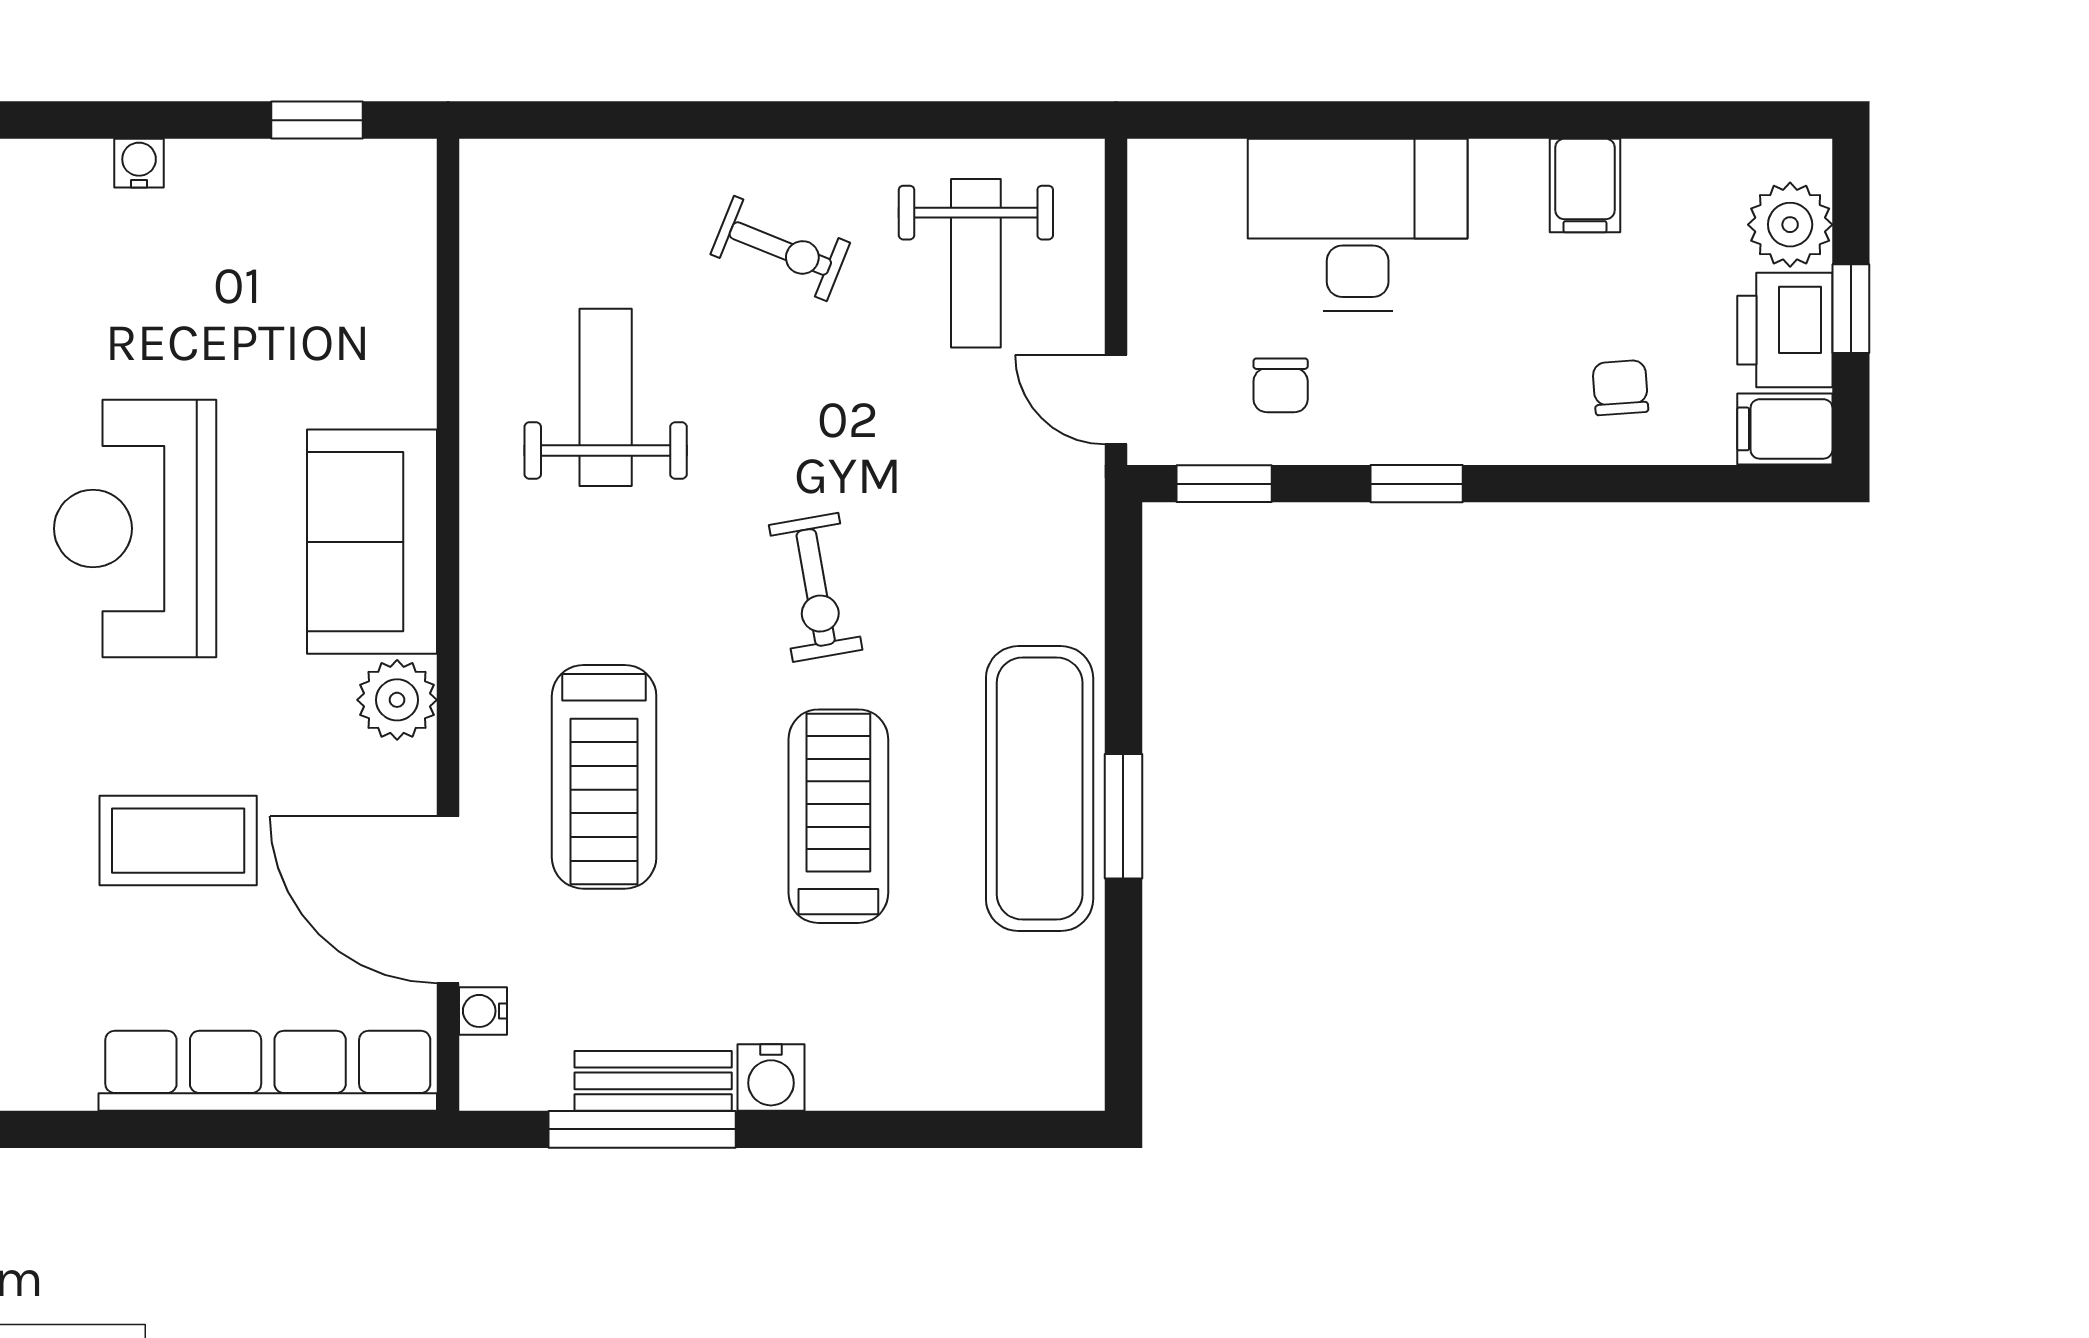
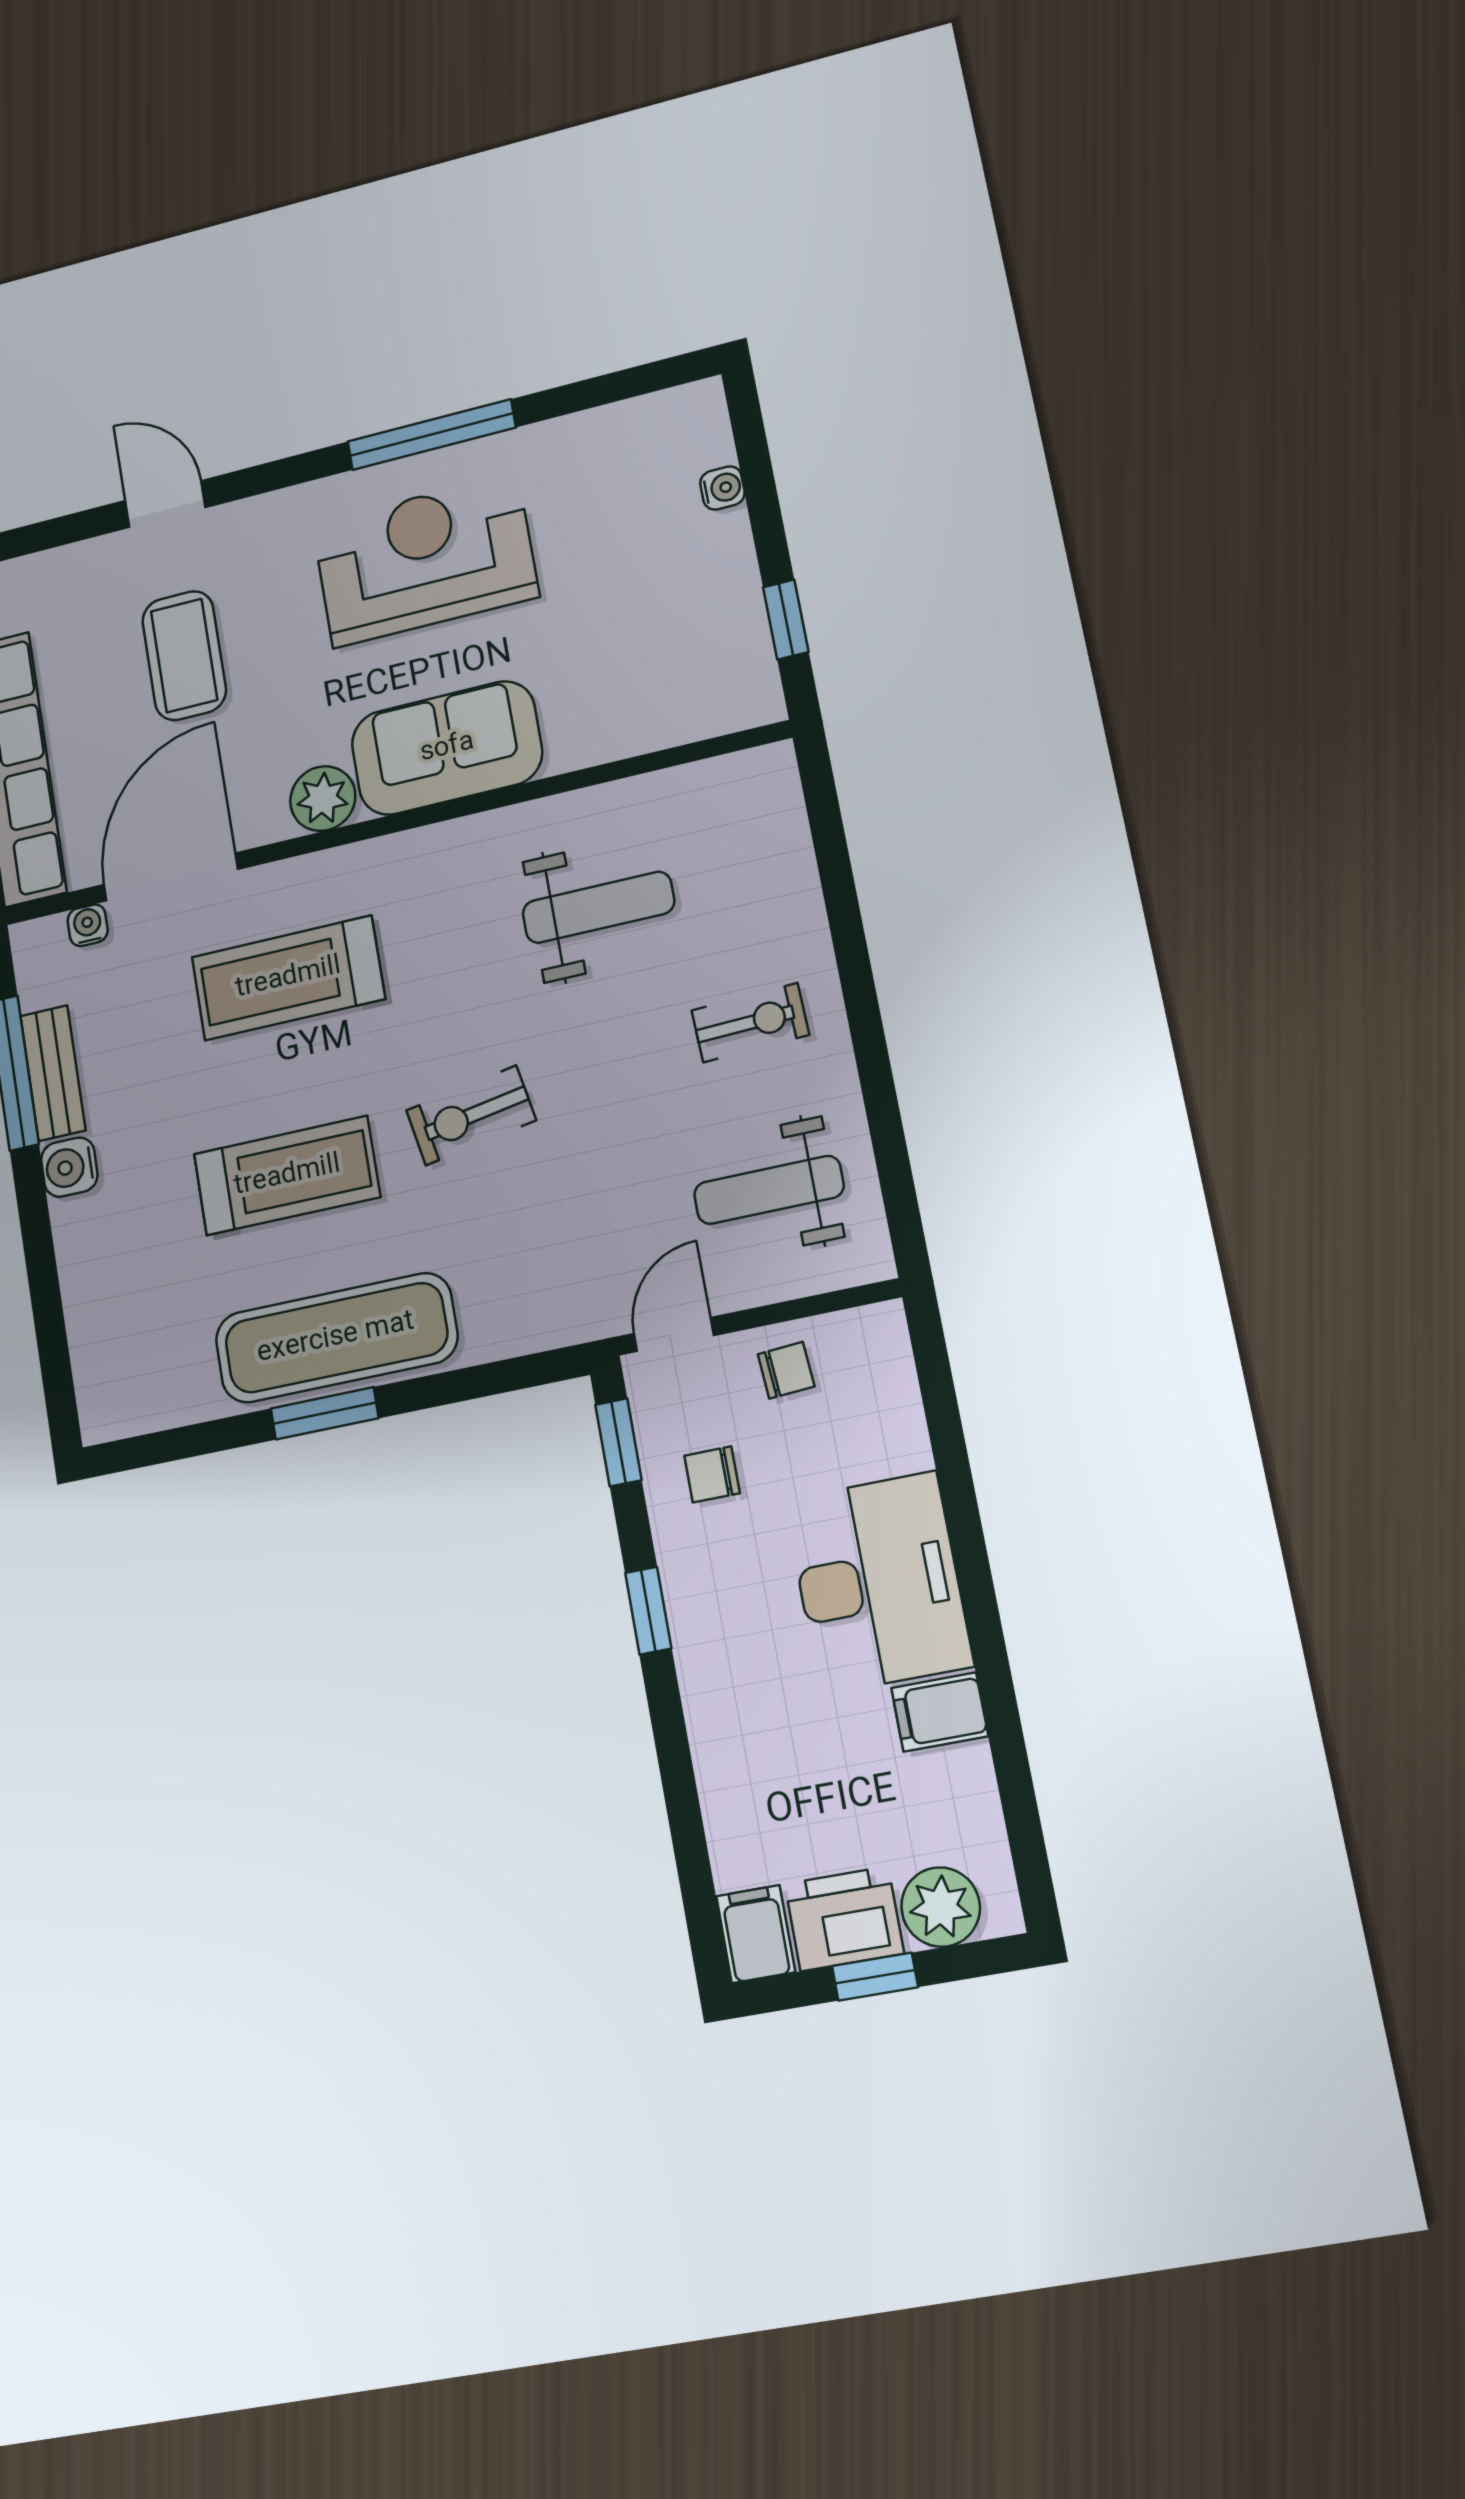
desk: (1358, 225) -> (878, 1583), moved
exercise bike: (780, 249) -> (750, 1023), turned -114
chair: (1620, 388) -> (786, 1370), moved

